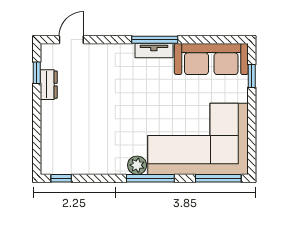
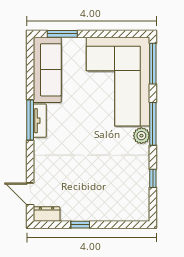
window: (37, 73) -> (80, 225), moved
window: (252, 76) -> (62, 34), width x1.50
dresser: (49, 85) -> (47, 214), moved
window: (61, 178) -> (153, 178), moved

